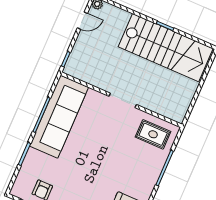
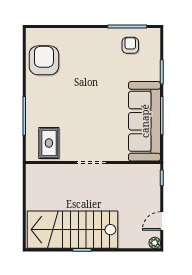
rug: (153, 134) -> (49, 143), turned 90

